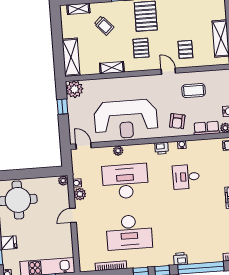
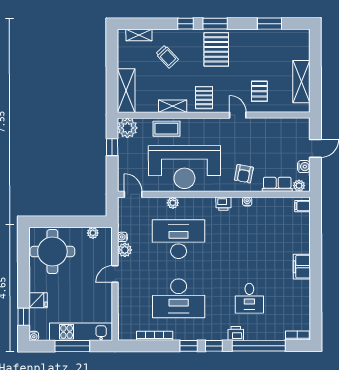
pallet: (141, 48) -> (204, 98), moved
coffee table: (194, 91) -> (166, 129), moved
desk: (186, 177) -> (249, 298), moved, turned -90
plant: (63, 181) -> (93, 233), moved

